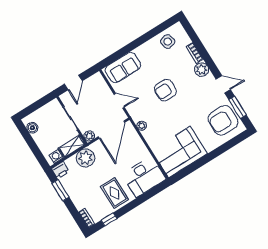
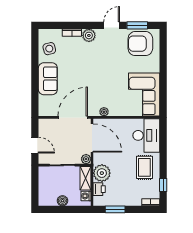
sofa: (123, 68) -> (48, 79), moved
armchair: (165, 90) -> (87, 75), removed
door: (119, 101) -> (73, 117), width x1.87
armchair: (223, 120) -> (140, 44), turned 90
boiler: (32, 128) -> (62, 201), moved
printer: (60, 170) -> (99, 189), moved
rug: (114, 193) -> (144, 167), turned 90

